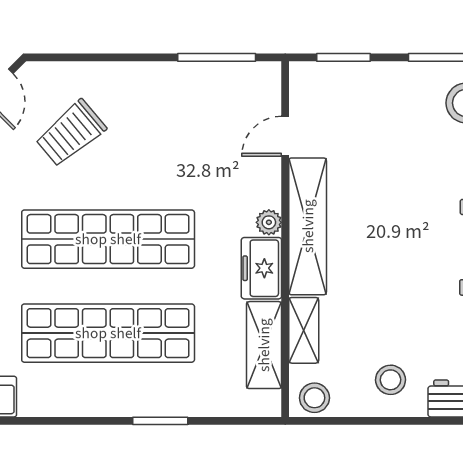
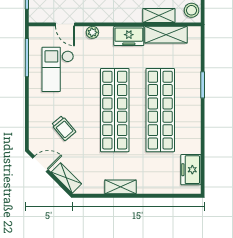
checkout: (192, 121) -> (58, 69), added
trolley: (71, 133) -> (64, 128), width x0.73, depth x0.72
plant: (269, 222) -> (92, 32), moved
shelving: (308, 226) -> (109, 14), removed

